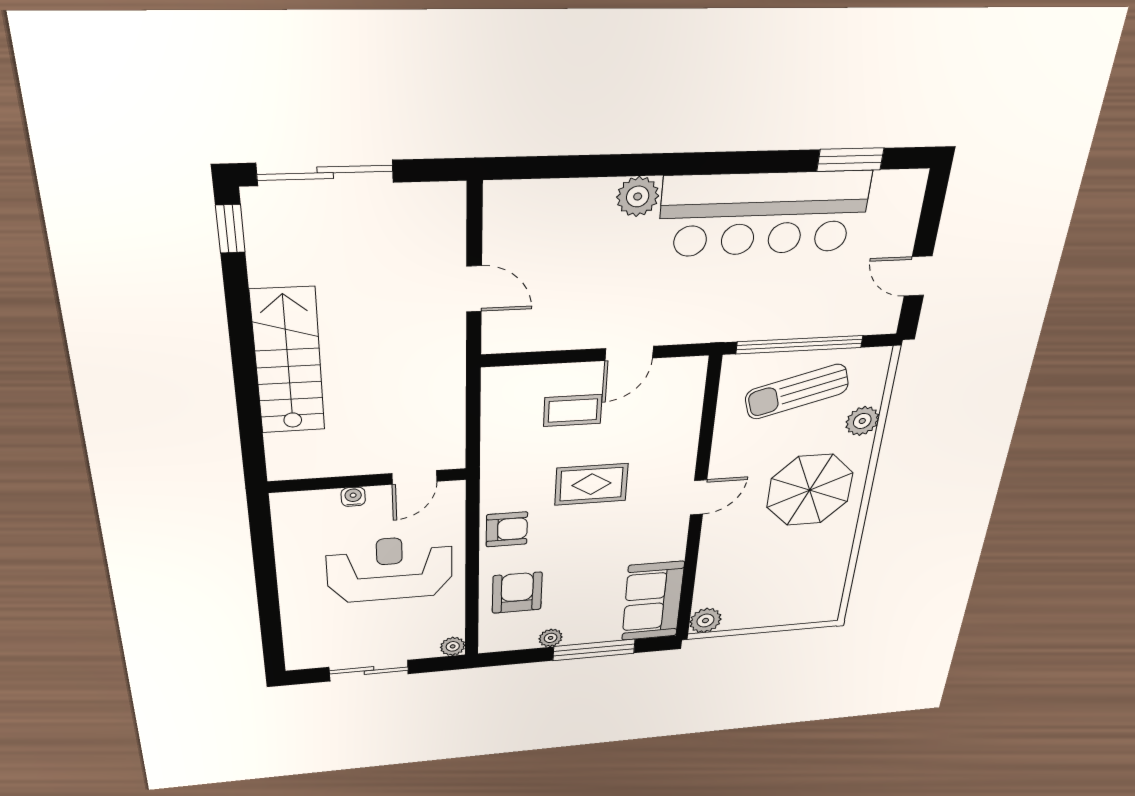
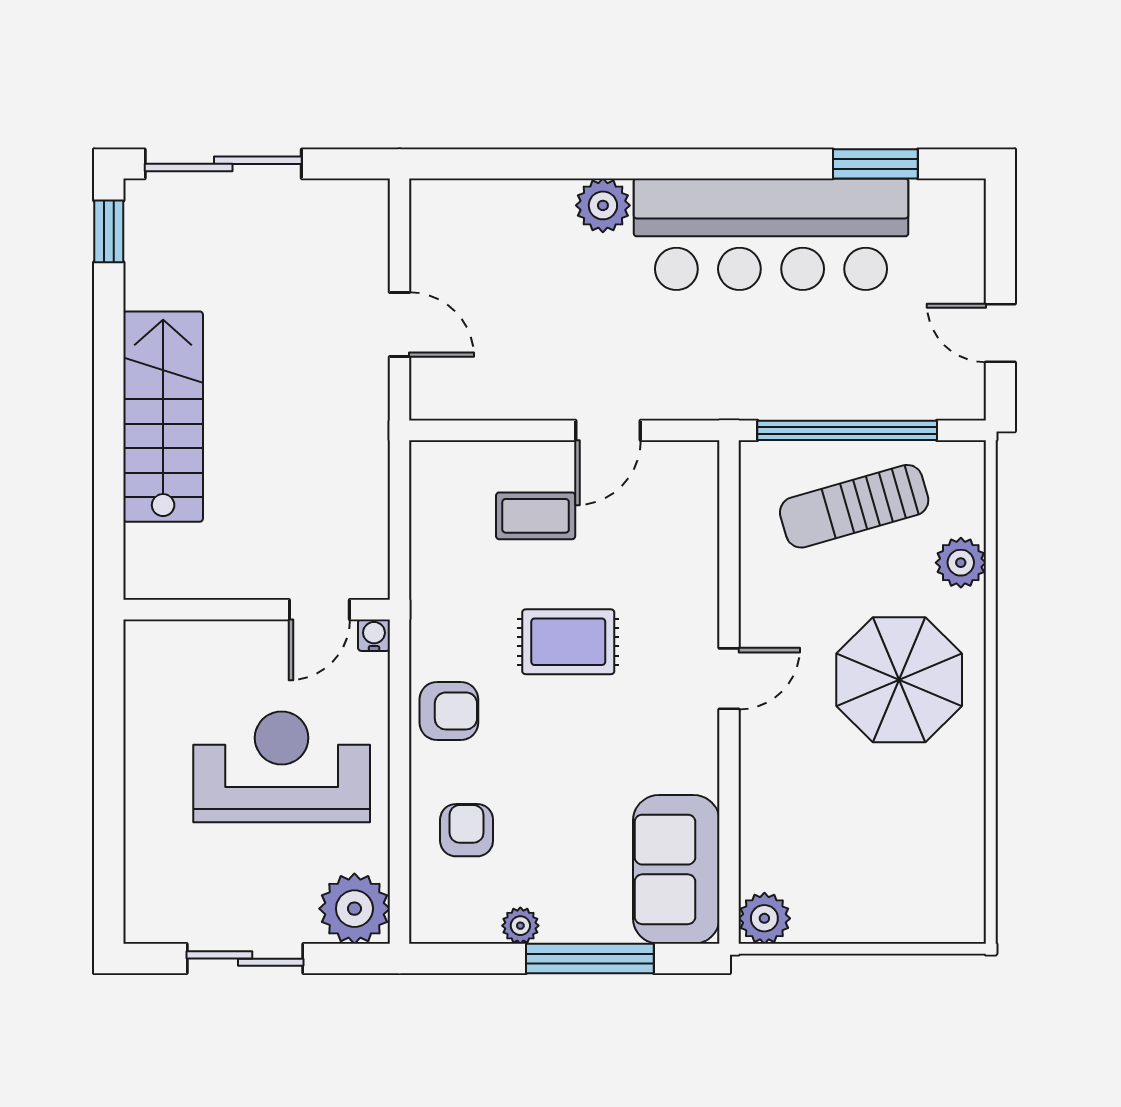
water cooler: (353, 497) -> (374, 635), moved
armchair: (517, 593) -> (467, 830), width x0.72, depth x0.72
plant: (453, 646) -> (354, 909), width x1.88, depth x1.88

